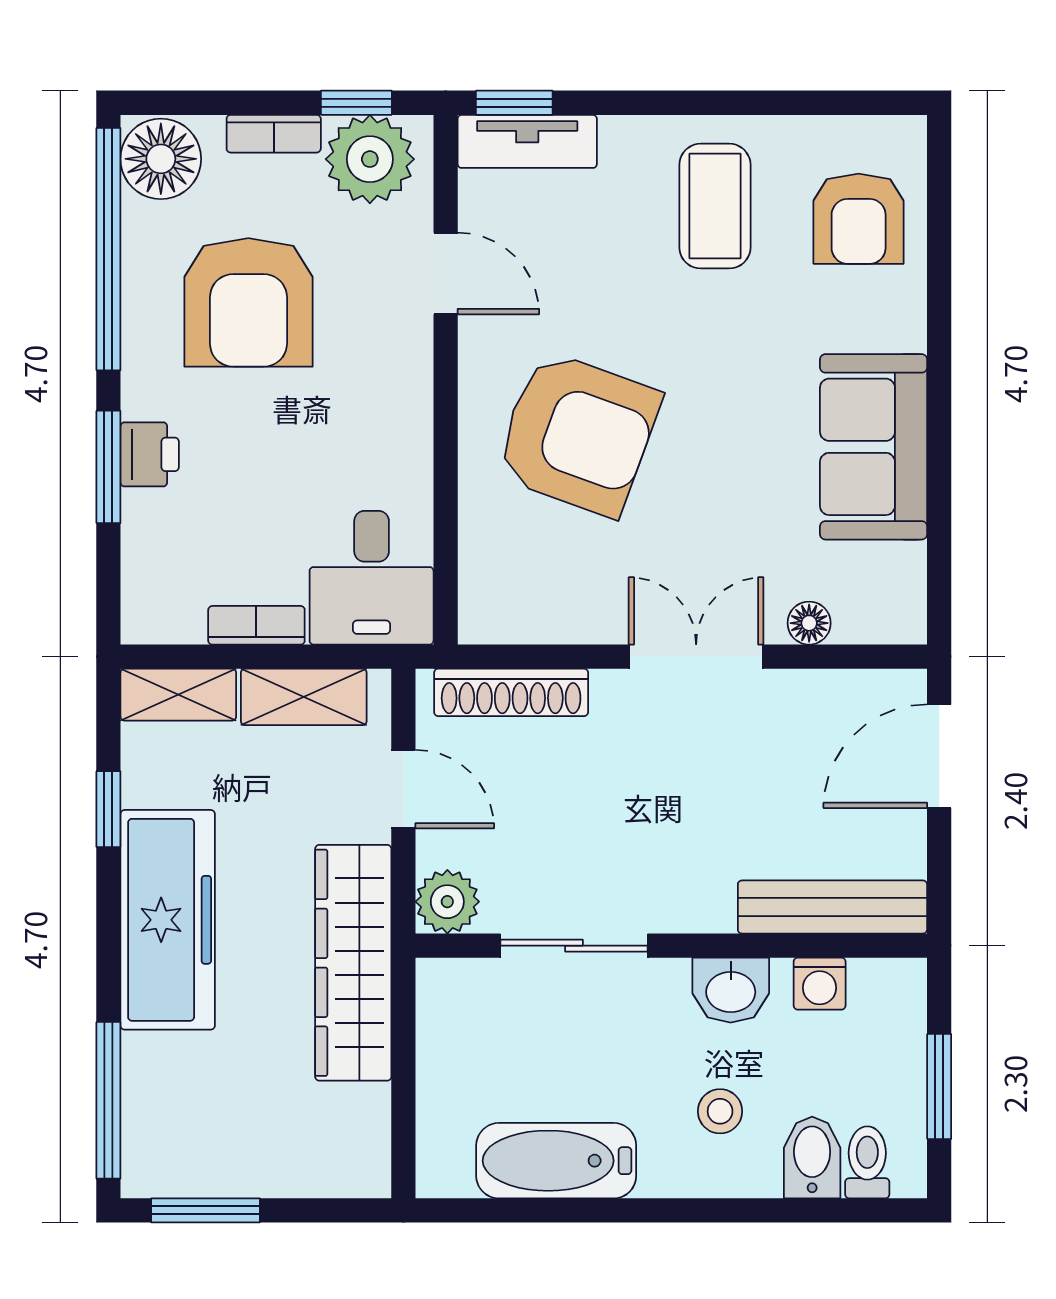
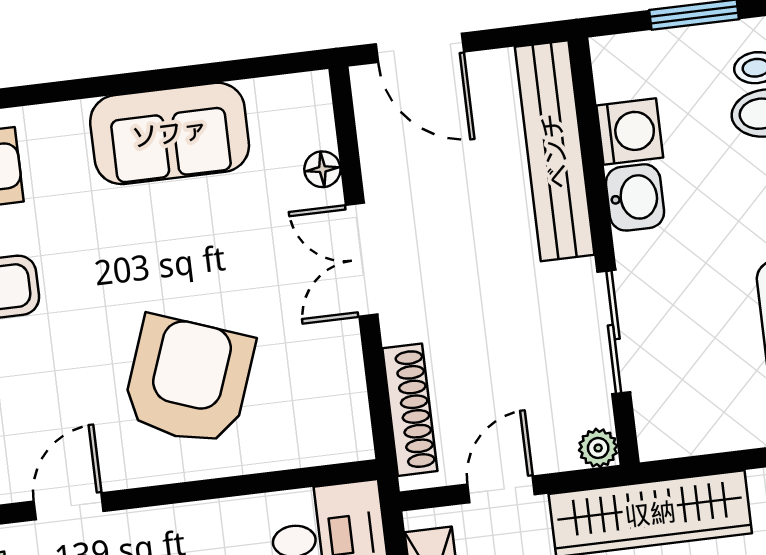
plant: (447, 902) -> (598, 448), width x0.73, depth x0.73
bench: (832, 907) -> (555, 151), width x1.37, depth x1.21
washing machine: (820, 984) -> (630, 132), width x1.38, depth x1.38
stool: (720, 1111) -> (737, 194), removed

